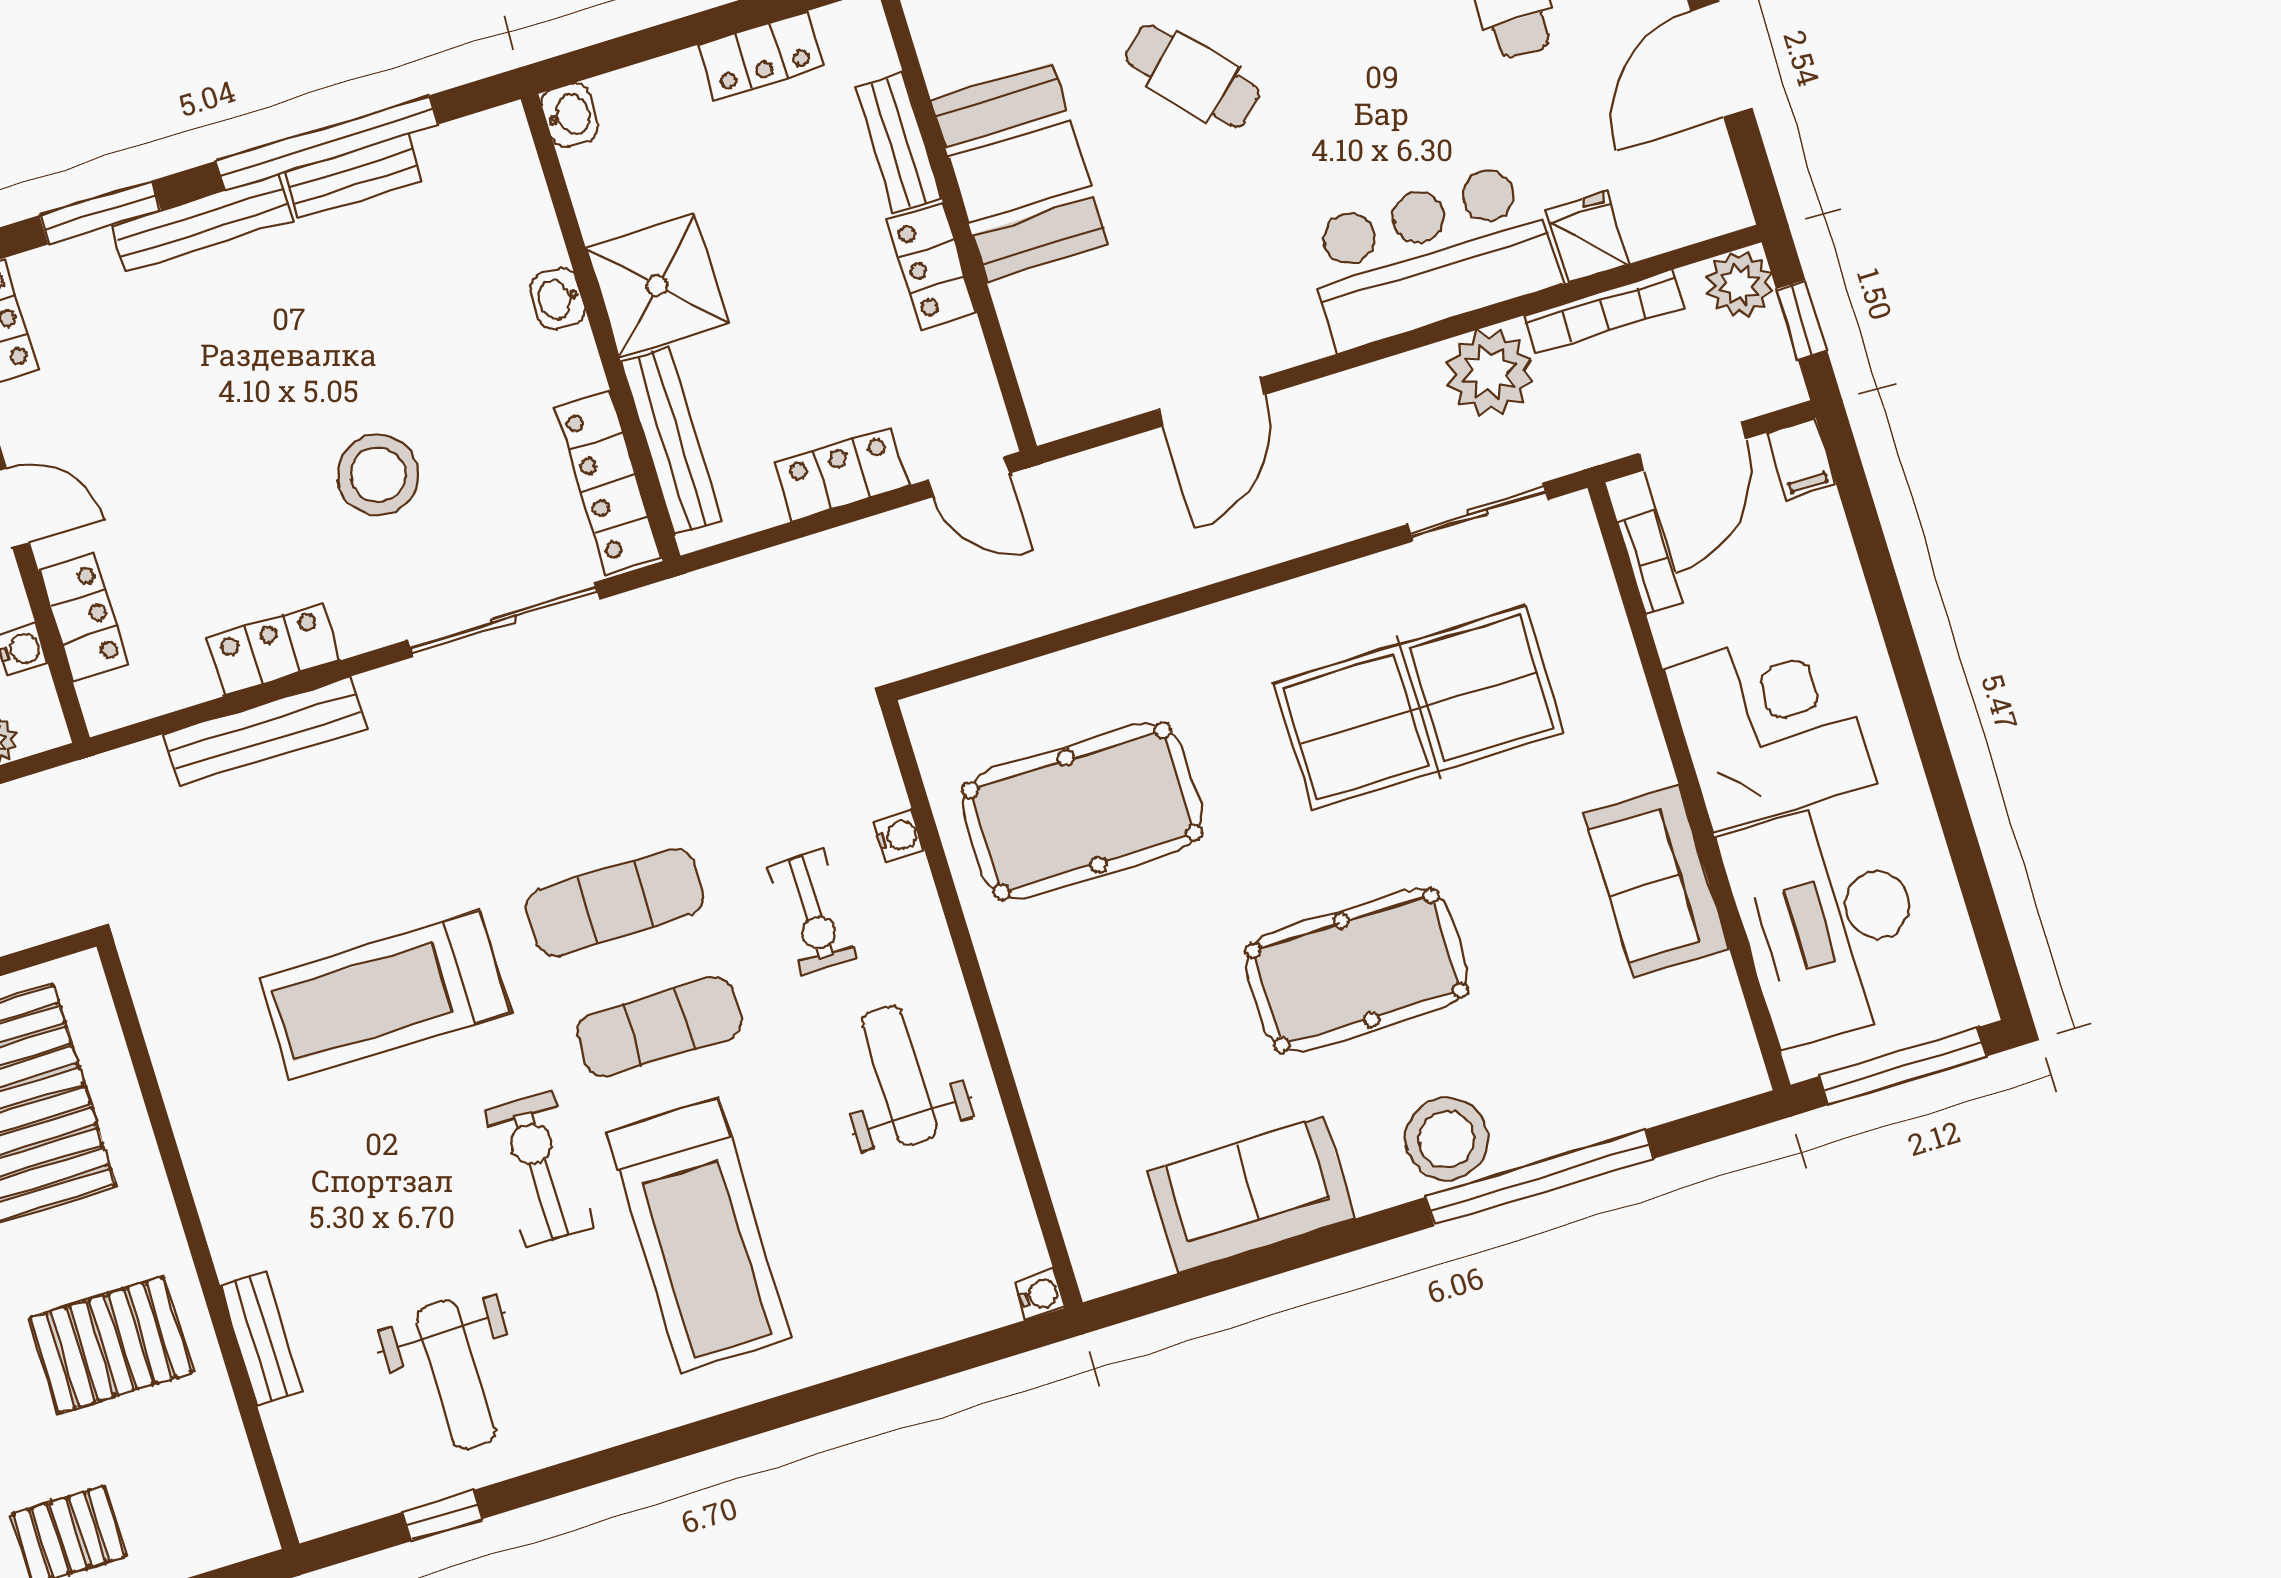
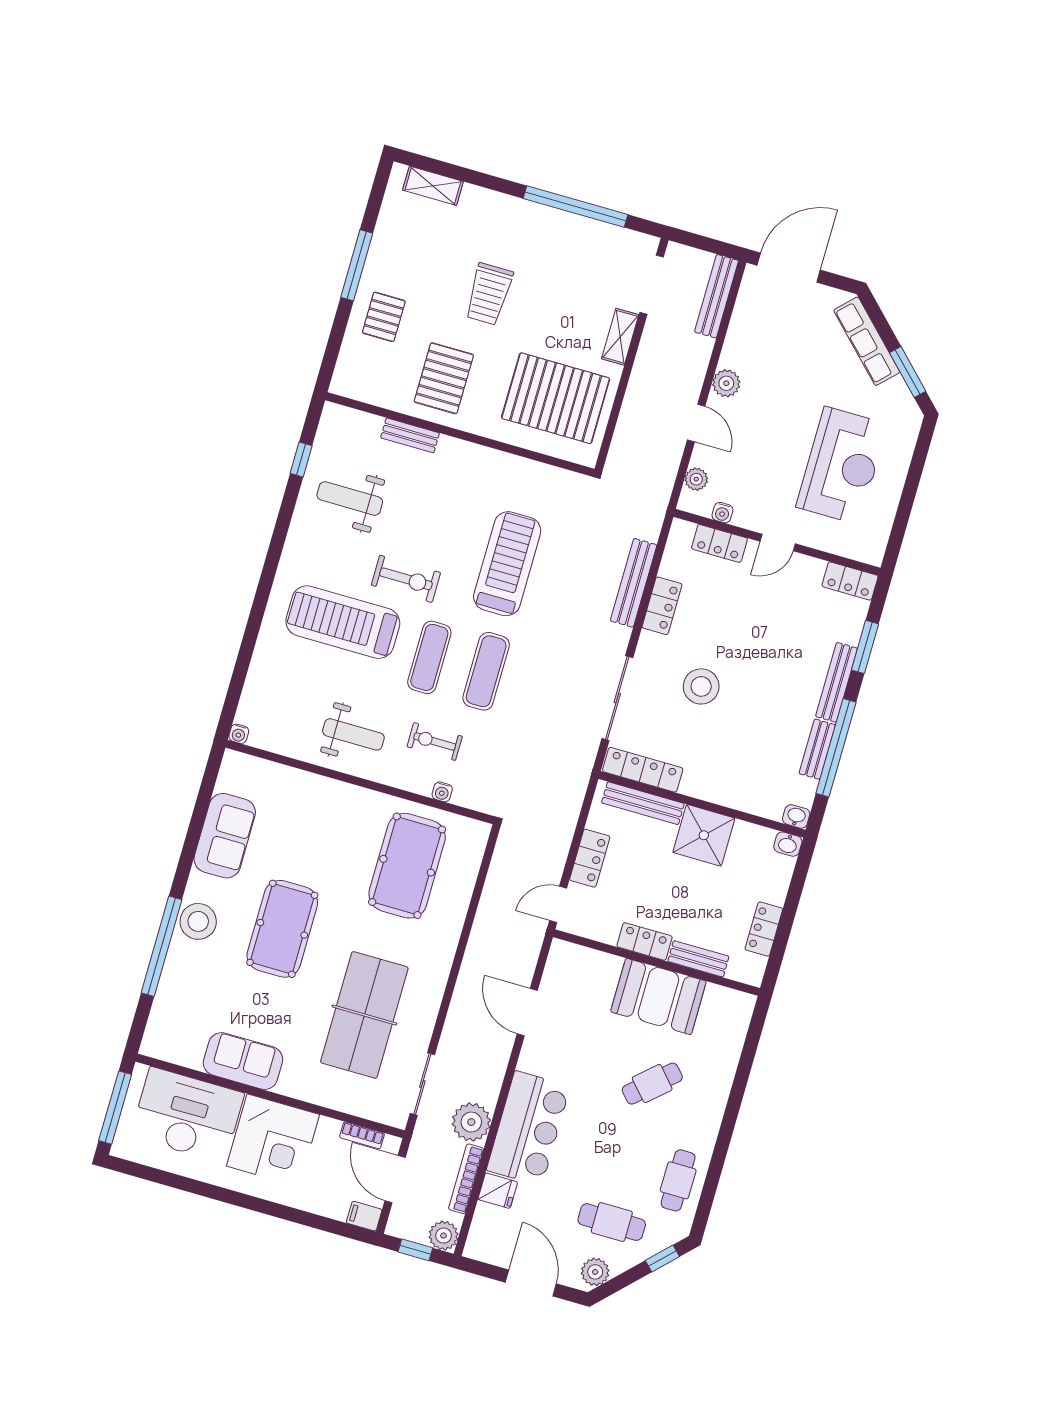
washbasin: (558, 299) -> (796, 816), moved

